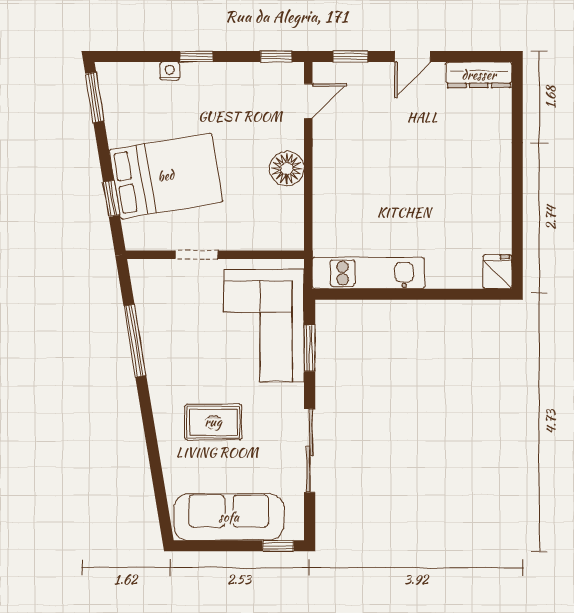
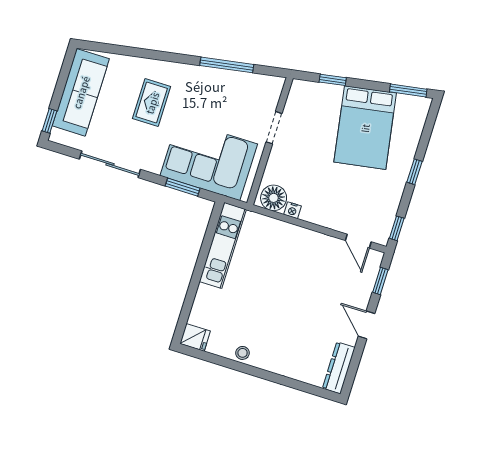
nightstand: (170, 71) -> (292, 210), moved, turned 90
floor lamp: (287, 169) -> (274, 198), moved
bed: (166, 176) -> (365, 128), moved
stool: (498, 204) -> (243, 353), added

